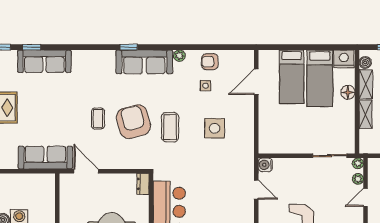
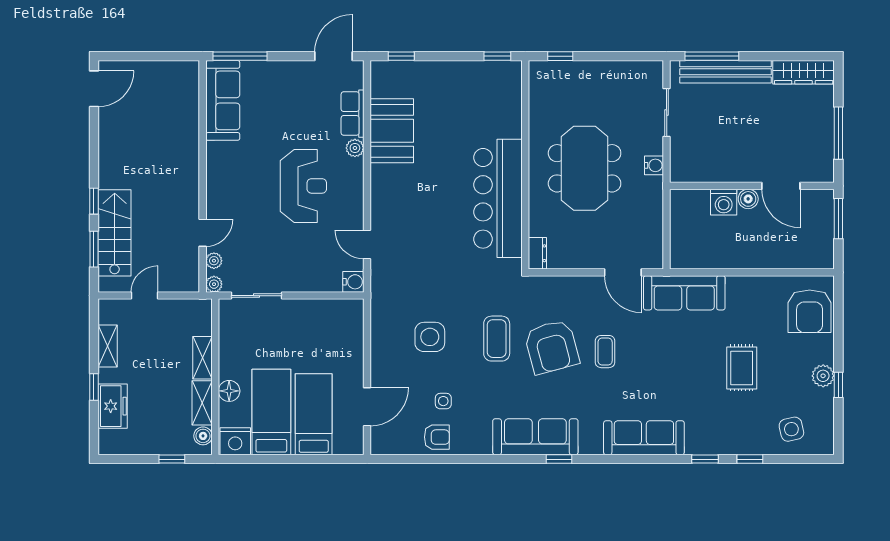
plant: (179, 56) -> (483, 446), removed
sofa: (44, 61) -> (644, 438), moved

